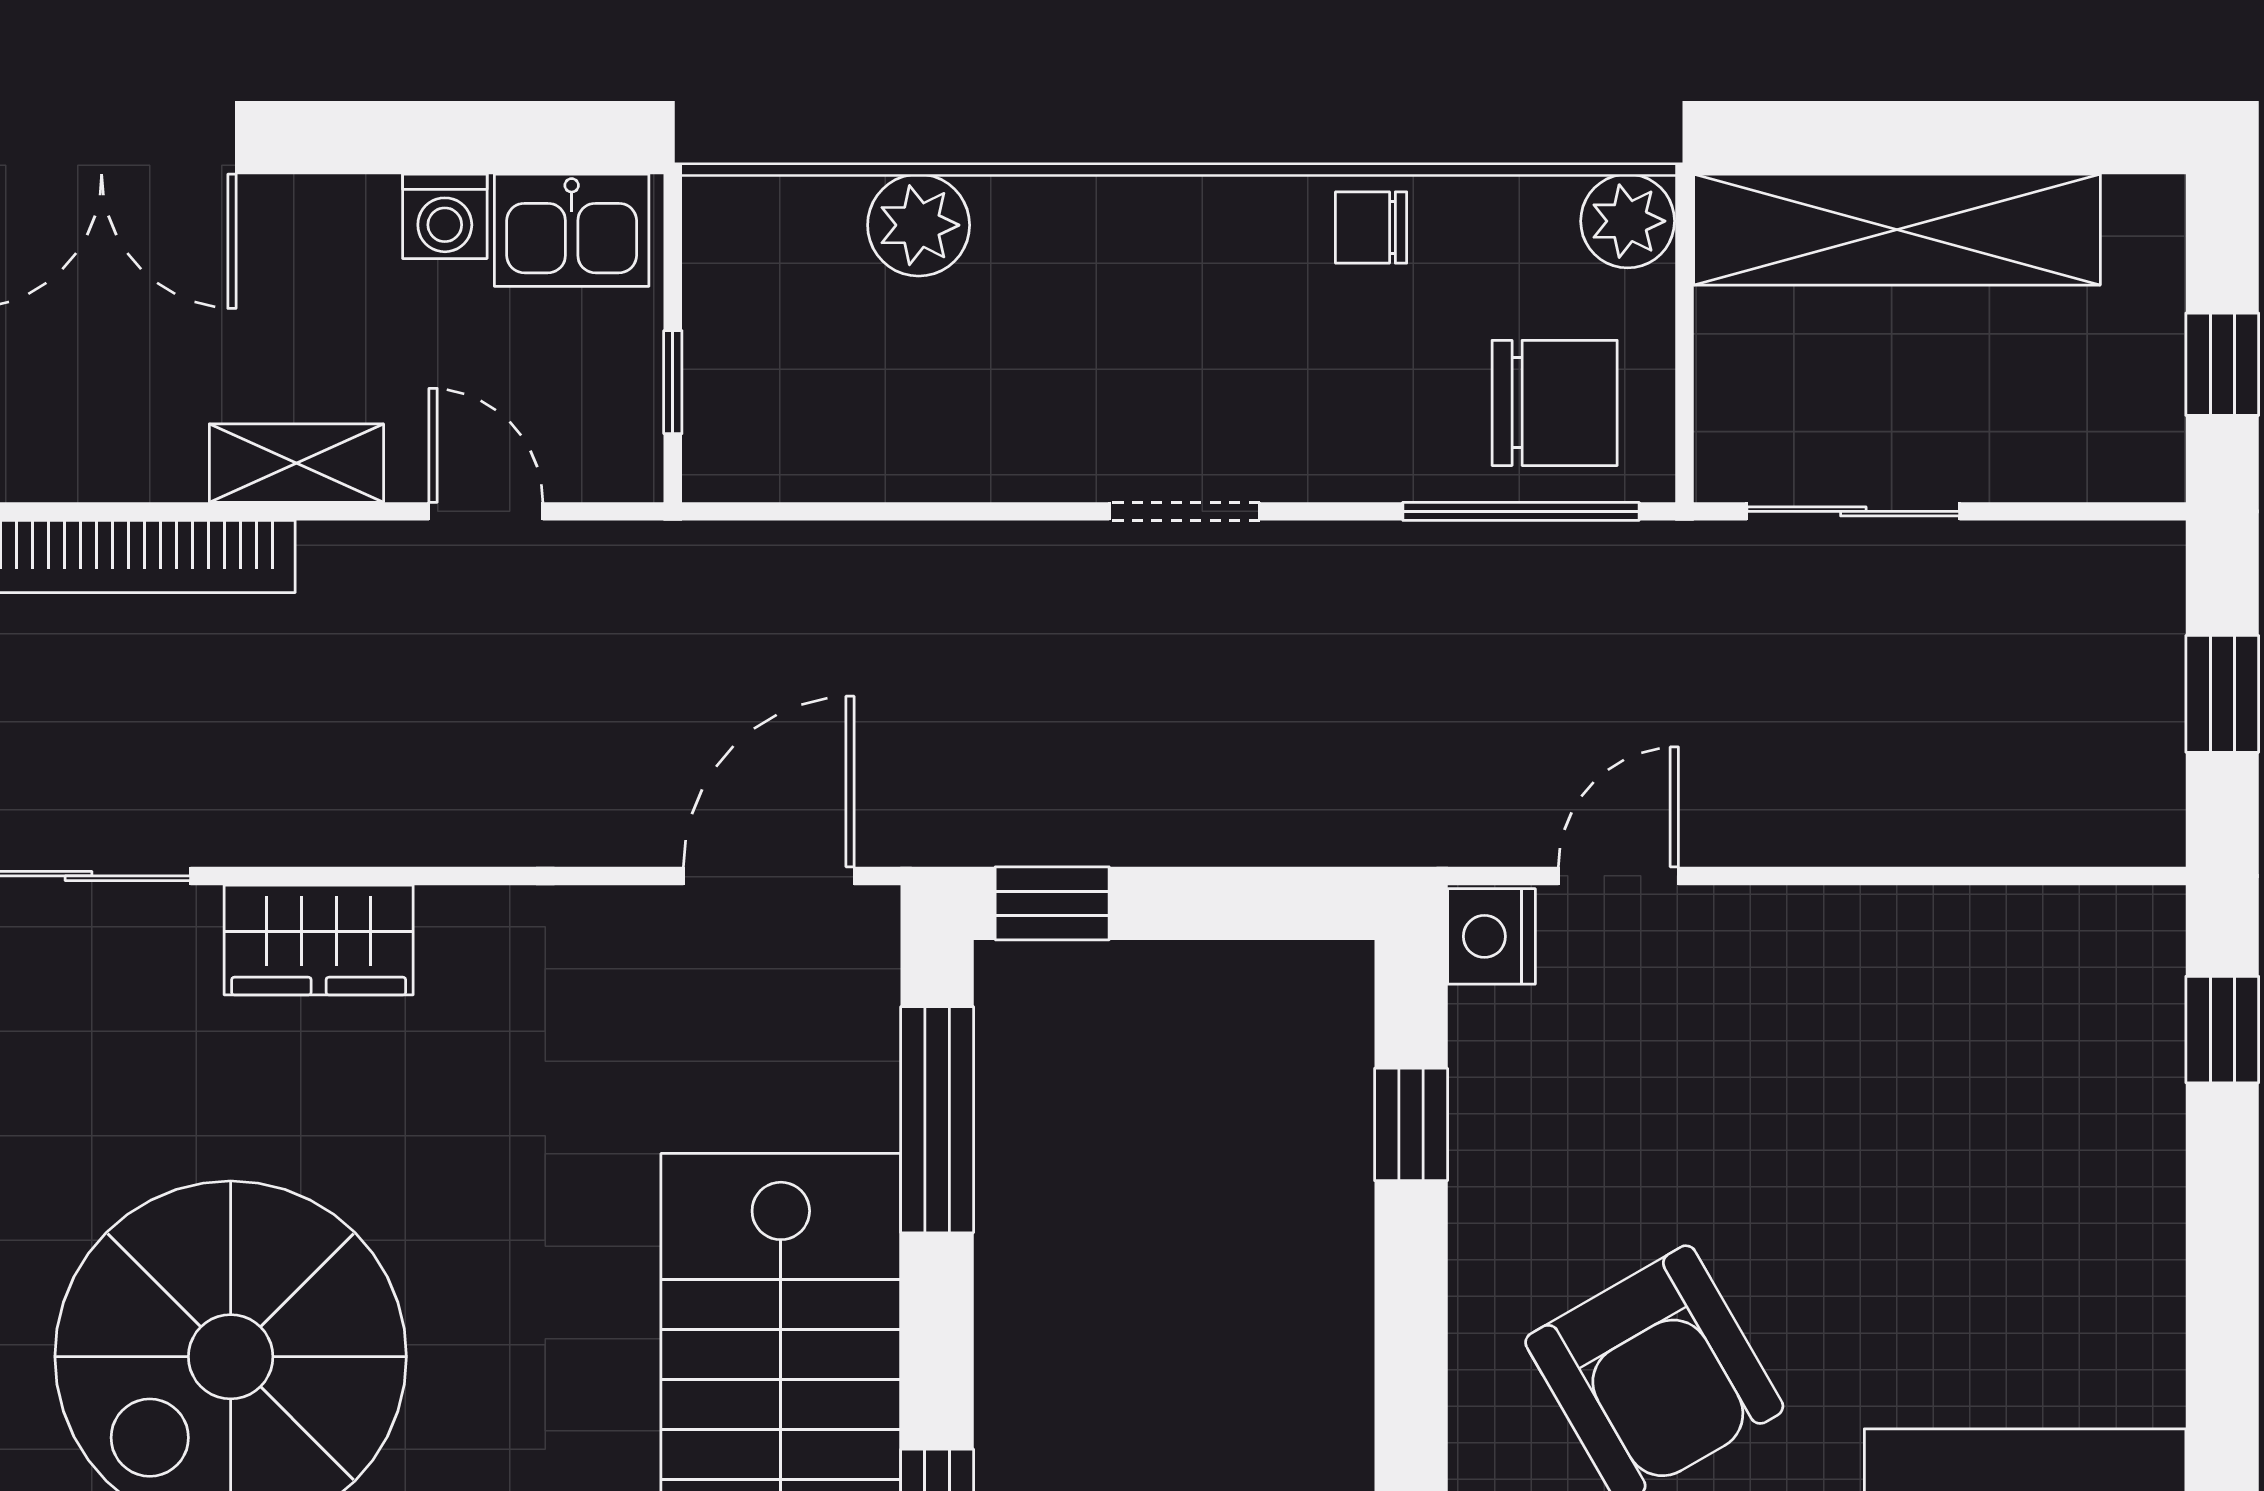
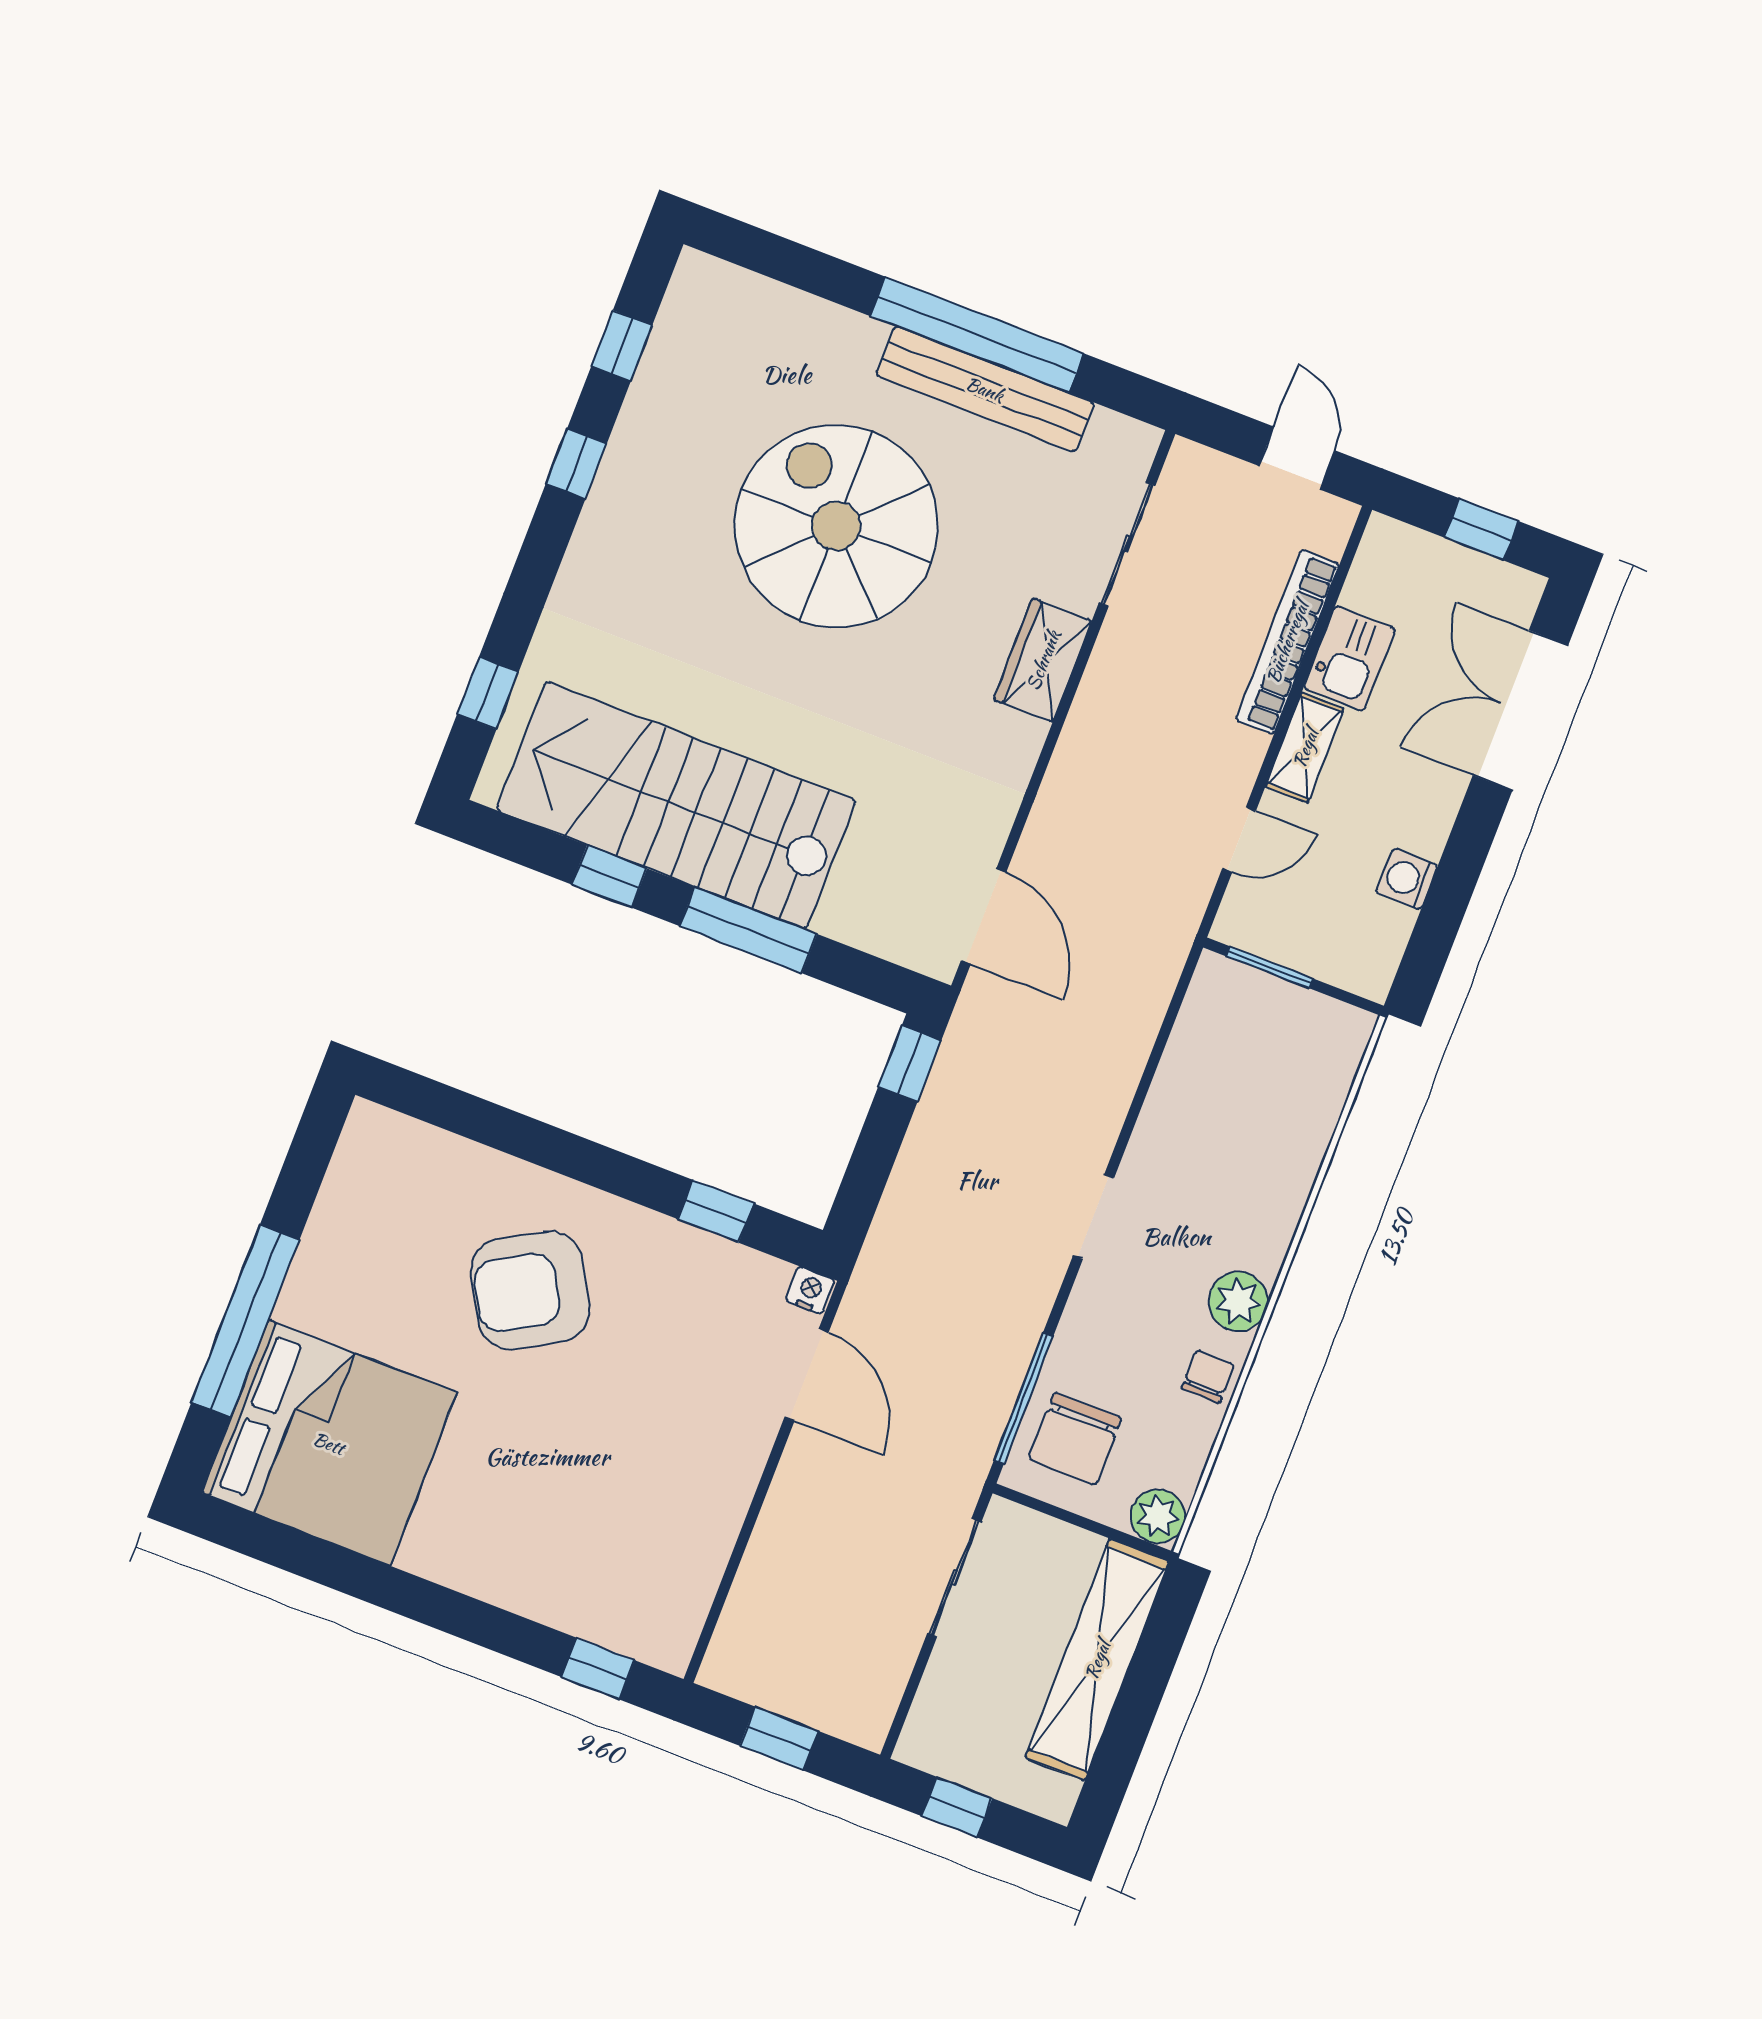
plant: (919, 225) -> (1238, 1301), moved
kitchen sink: (572, 230) -> (1349, 658), moved, turned 180
window: (673, 382) -> (1270, 967), width x1.50
door: (1618, 876) -> (807, 1375), width x1.37
nightstand: (1491, 936) -> (810, 1290), width x0.72, depth x0.74
window: (937, 1120) -> (748, 930), moved

